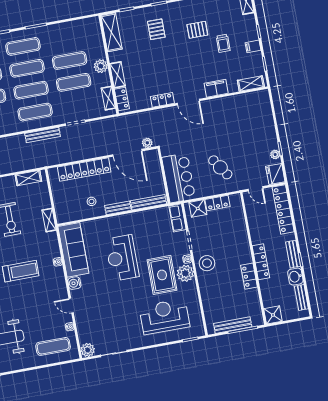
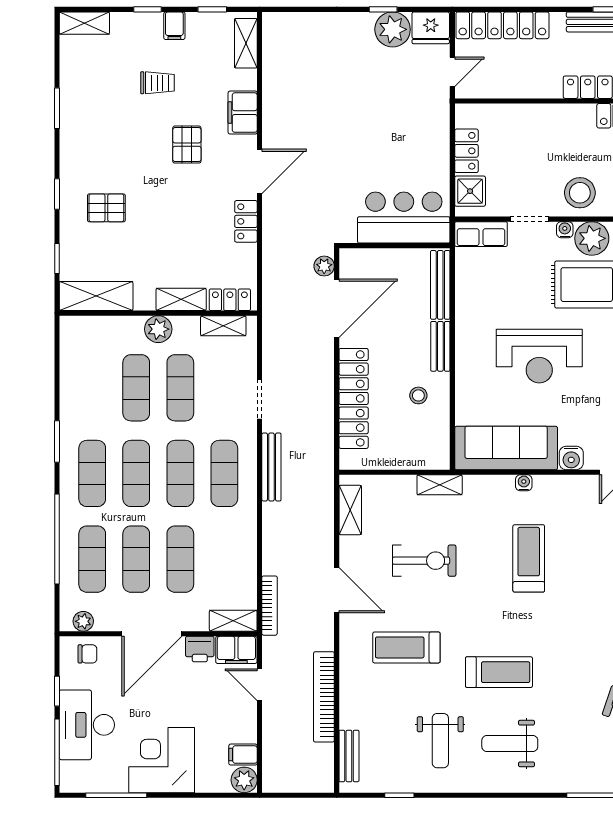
pallet: (197, 30) -> (187, 145), moved
plant: (275, 154) -> (393, 29), width x1.88, depth x1.88
cafe table: (220, 167) -> (398, 133), removed

